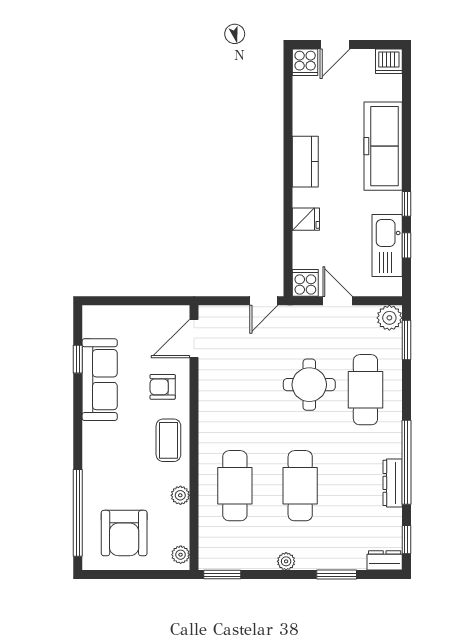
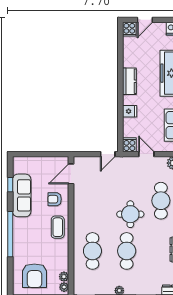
round table: (309, 385) -> (130, 214), moved
plant: (180, 495) -> (64, 277), moved
window: (78, 513) -> (10, 234), moved

